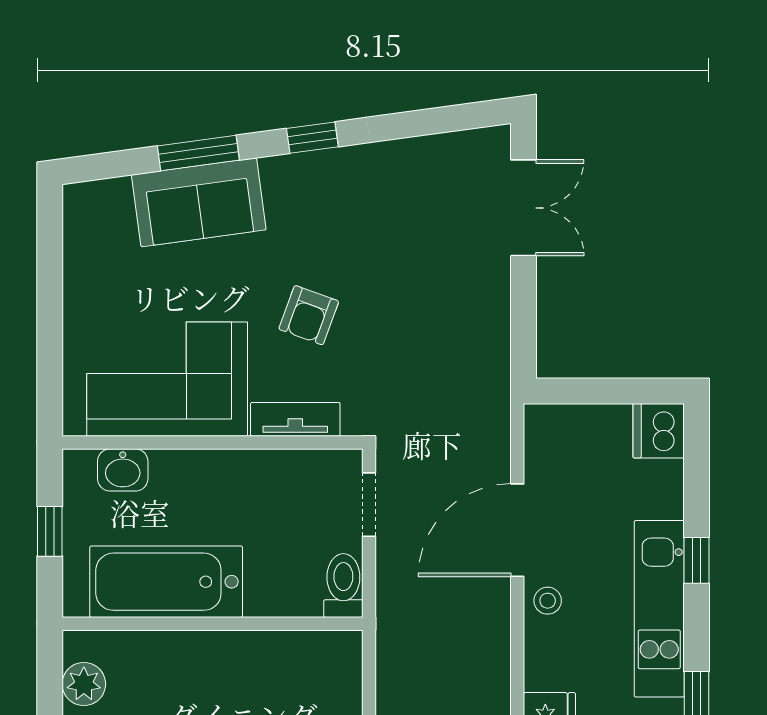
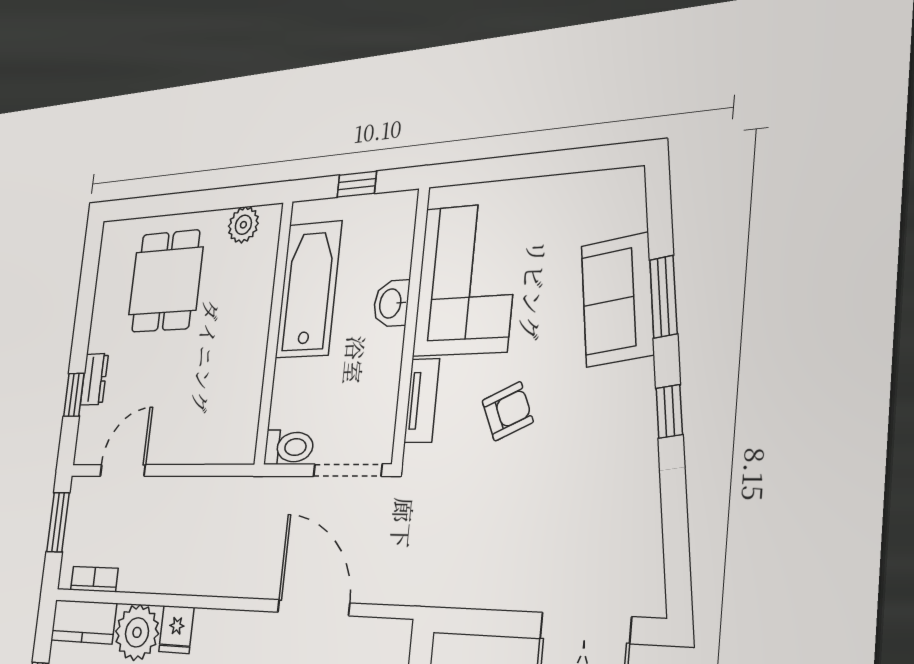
armchair: (309, 315) -> (508, 411), turned 136
washbasin: (123, 470) -> (391, 303), moved
doorway: (369, 505) -> (347, 470), width x1.38
stool: (548, 601) -> (258, 633), removed

